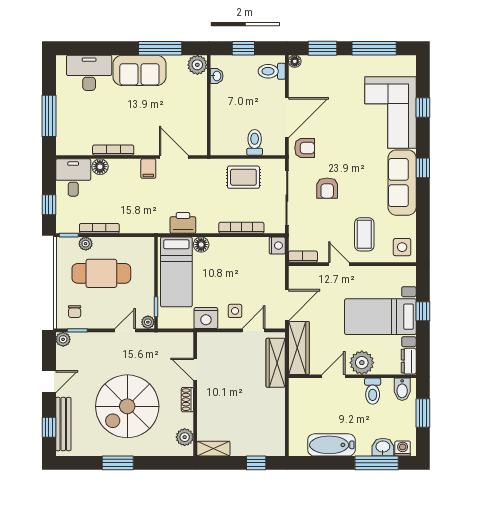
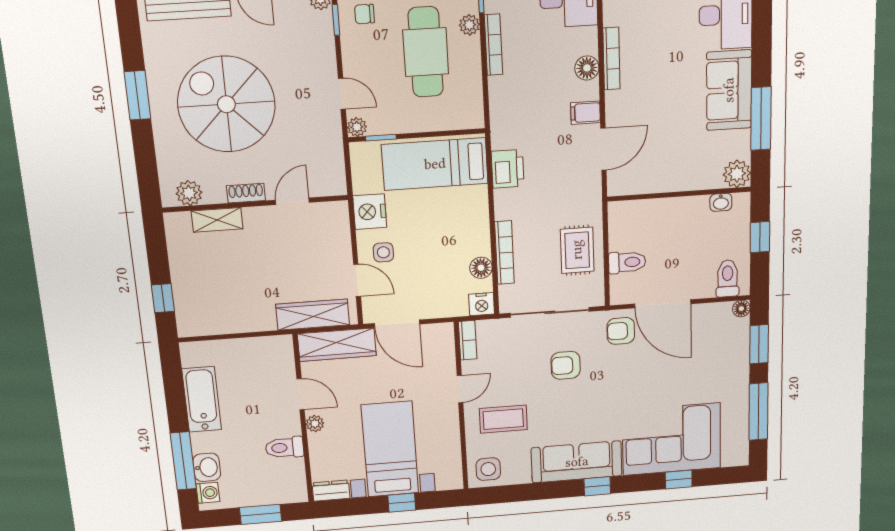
armchair: (305, 148) -> (621, 331), turned 90
floor lamp: (100, 167) -> (587, 68), moved
floor lamp: (201, 245) -> (481, 268), moved
plant: (362, 363) -> (315, 424), width x0.53, depth x0.53
bidet: (402, 389) -> (291, 485), removed
shelving: (213, 449) -> (217, 220), moved, turned 90

